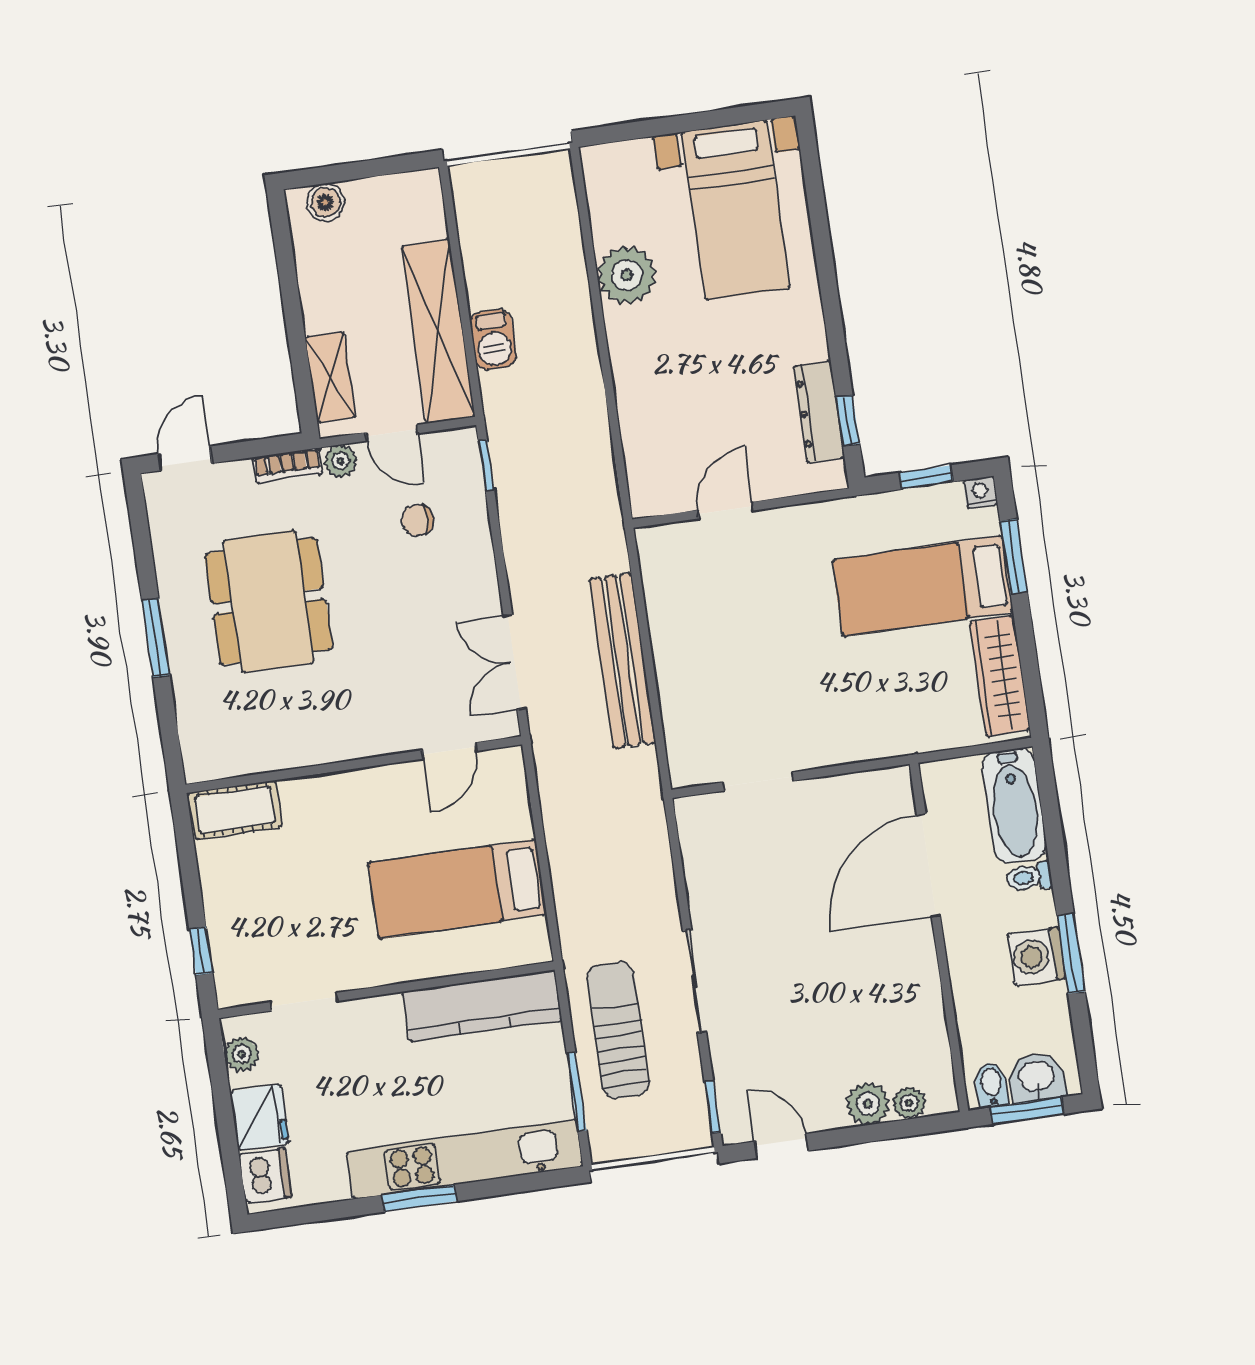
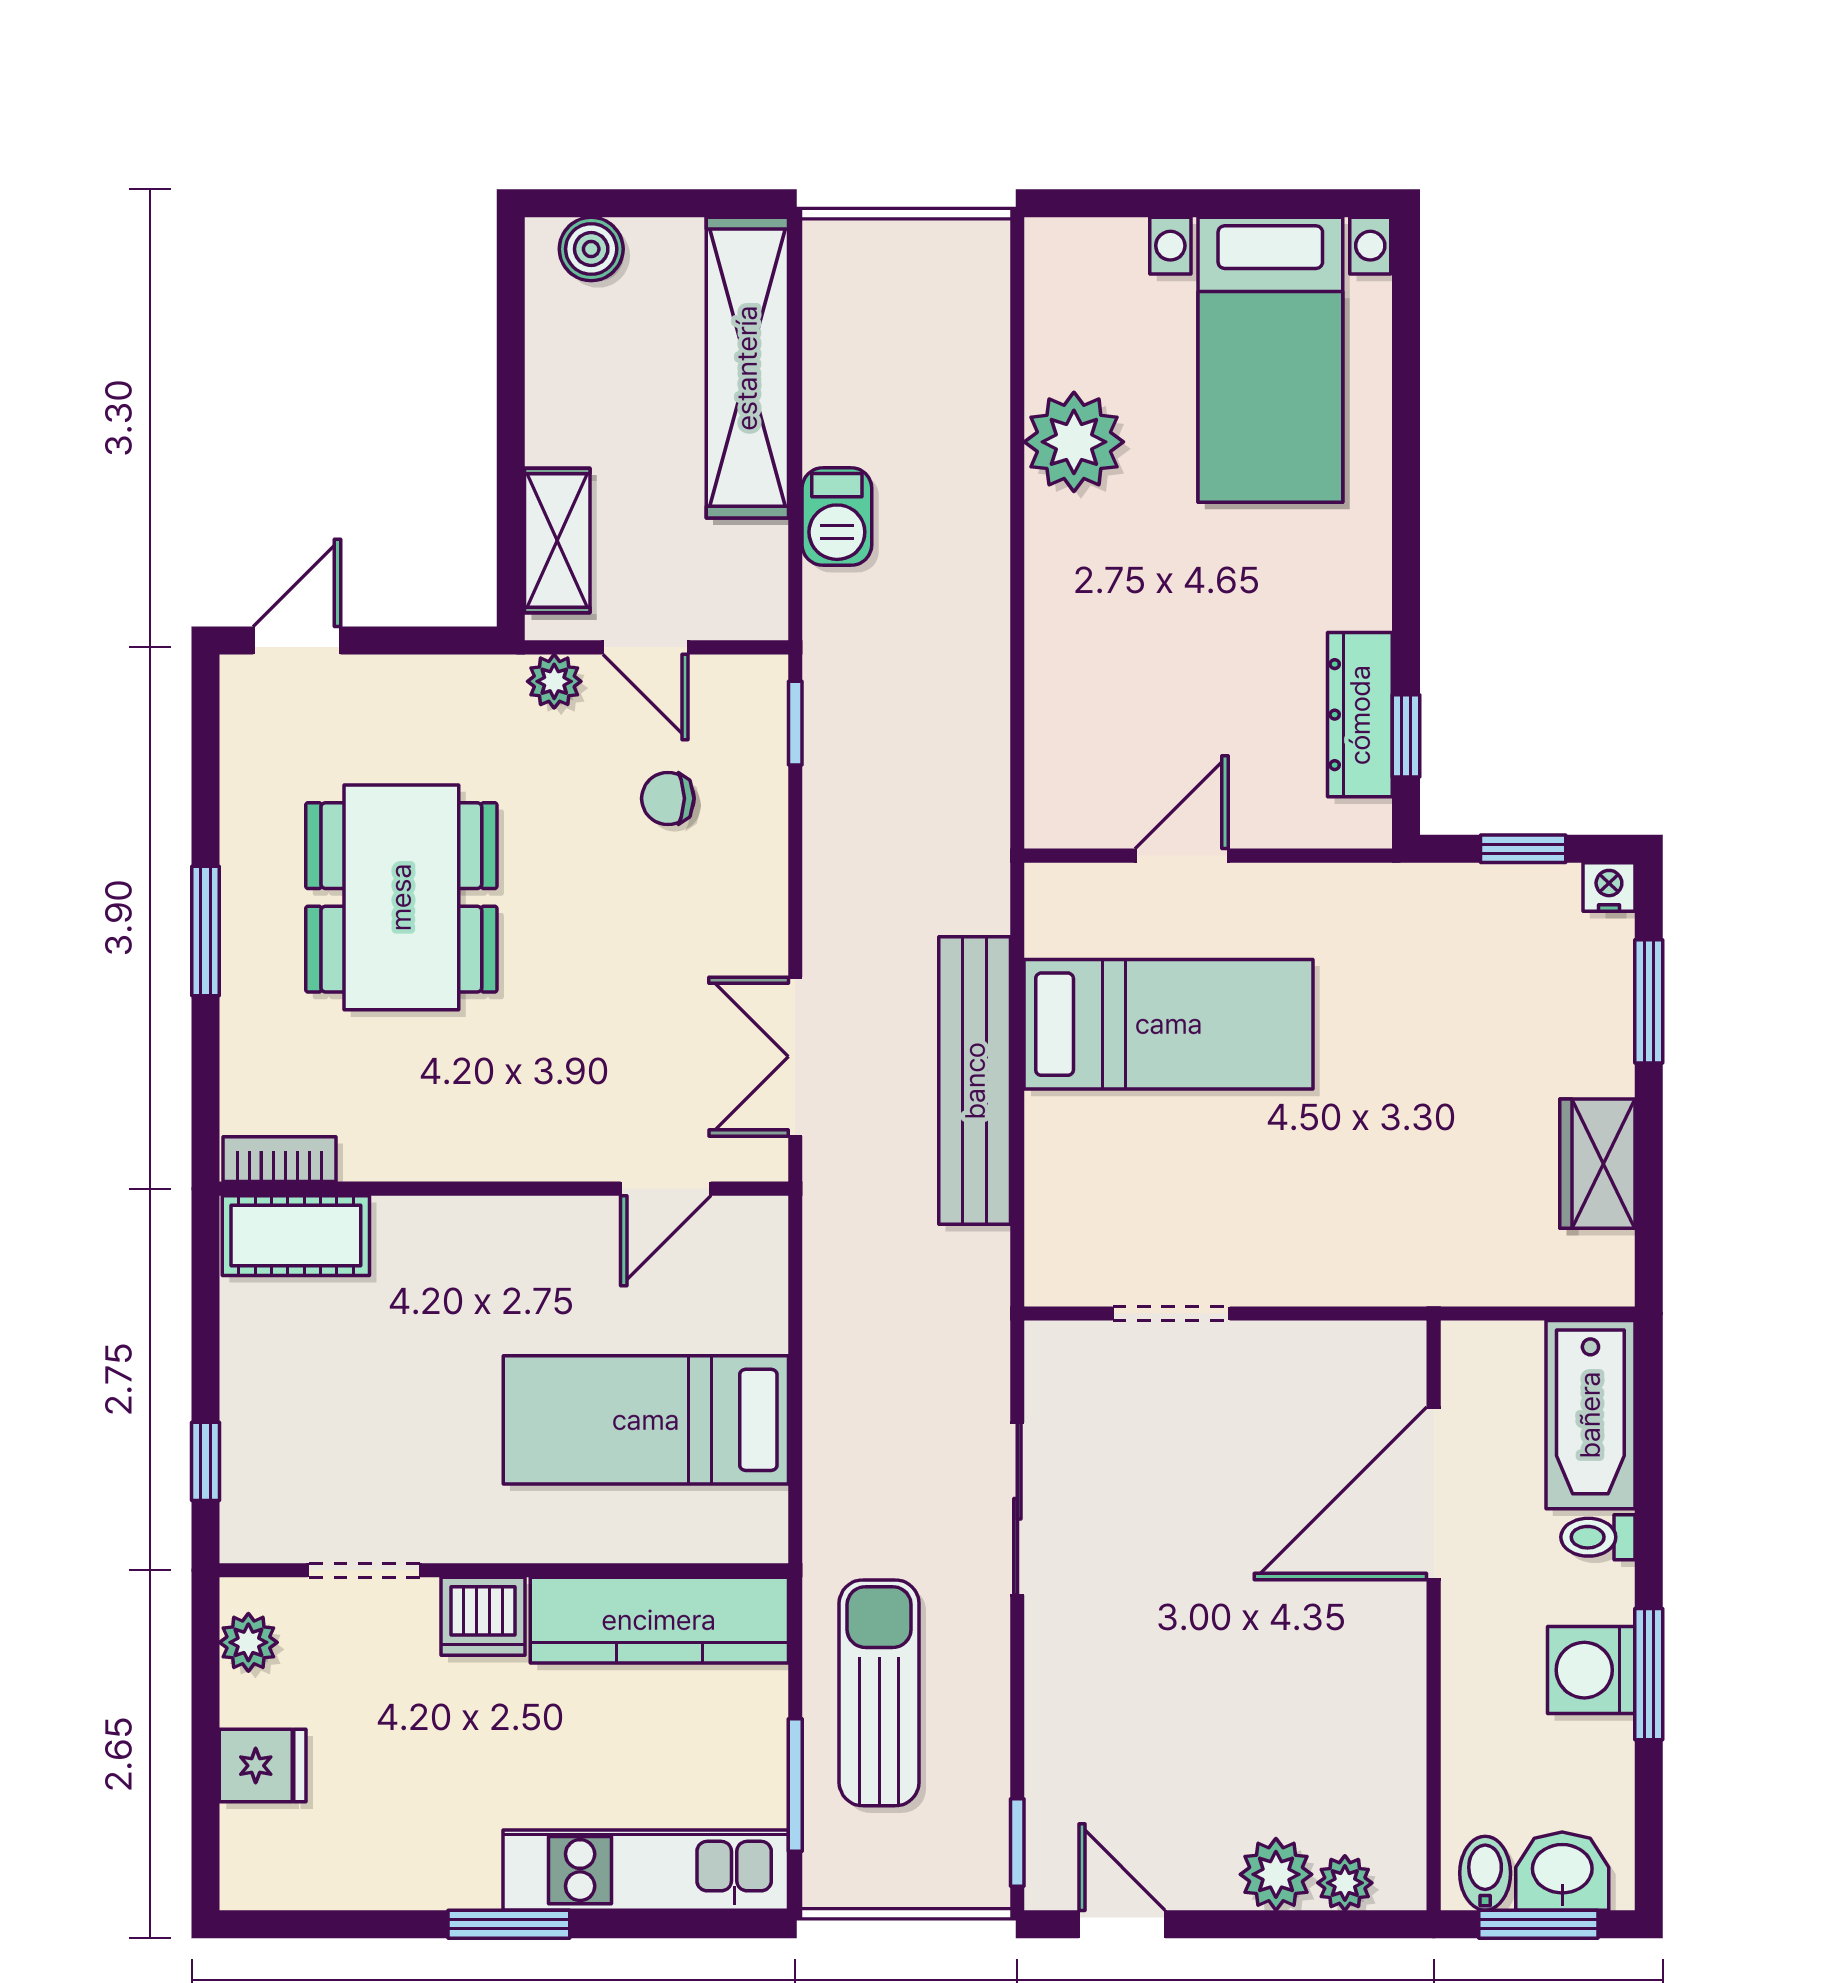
shelving: (438, 331) -> (747, 368), moved
bookcase: (288, 466) -> (280, 1159), moved, turned 180
bed: (923, 586) -> (1169, 1024), moved, turned 180
wardrobe: (1000, 676) -> (1597, 1164), width x0.67
sliding door: (694, 981) -> (1017, 1509), moved
fridge: (259, 1117) -> (263, 1766), width x0.72
kitchen unit: (465, 1159) -> (646, 1870), width x0.73
dishwasher: (265, 1175) -> (483, 1616), moved, turned 90

